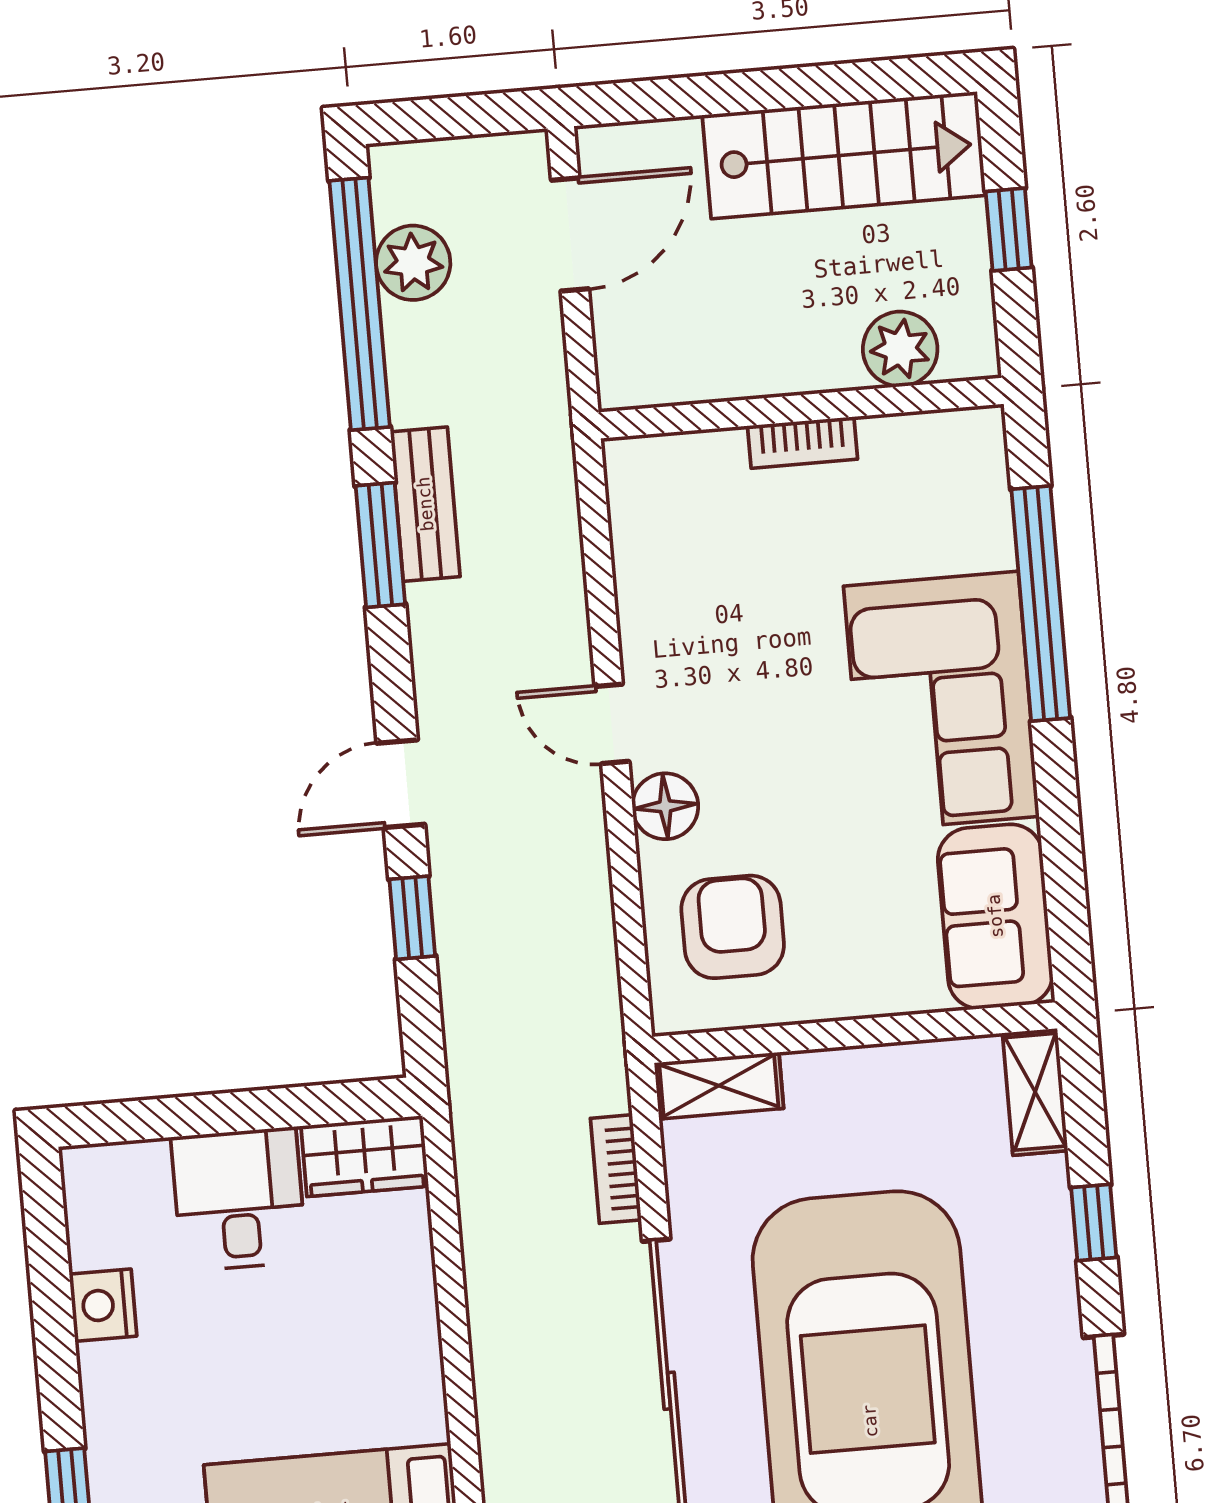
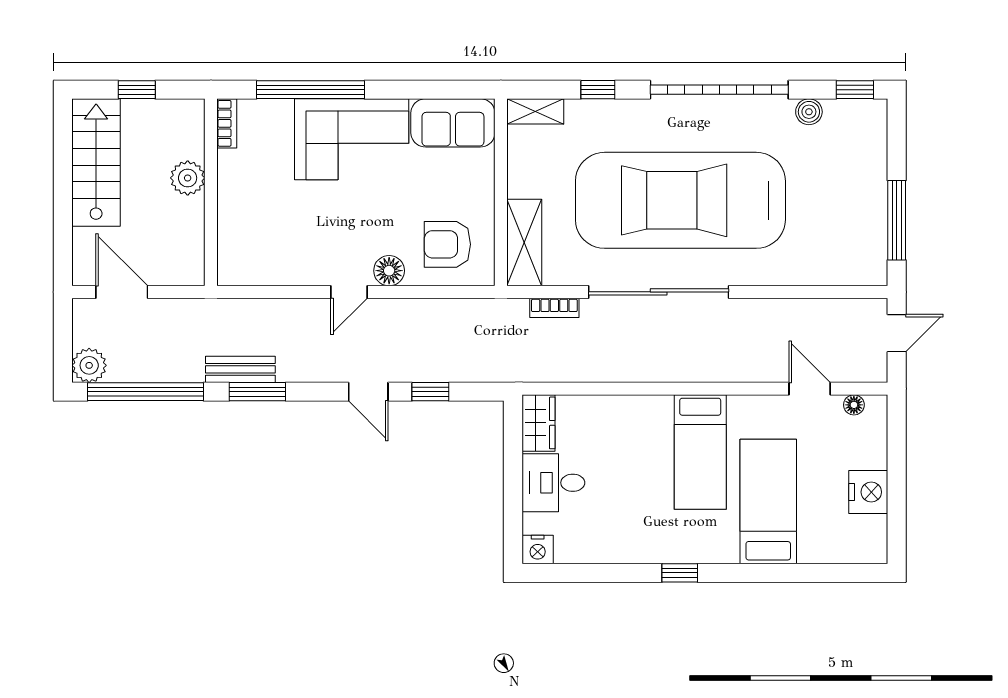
plant: (413, 263) -> (89, 365), moved
plant: (900, 349) -> (188, 178), moved
bookcase: (802, 443) -> (227, 123), moved
shelving: (719, 1086) -> (524, 243), width x1.50, depth x1.33
nightstand: (103, 1305) -> (538, 549), moved

